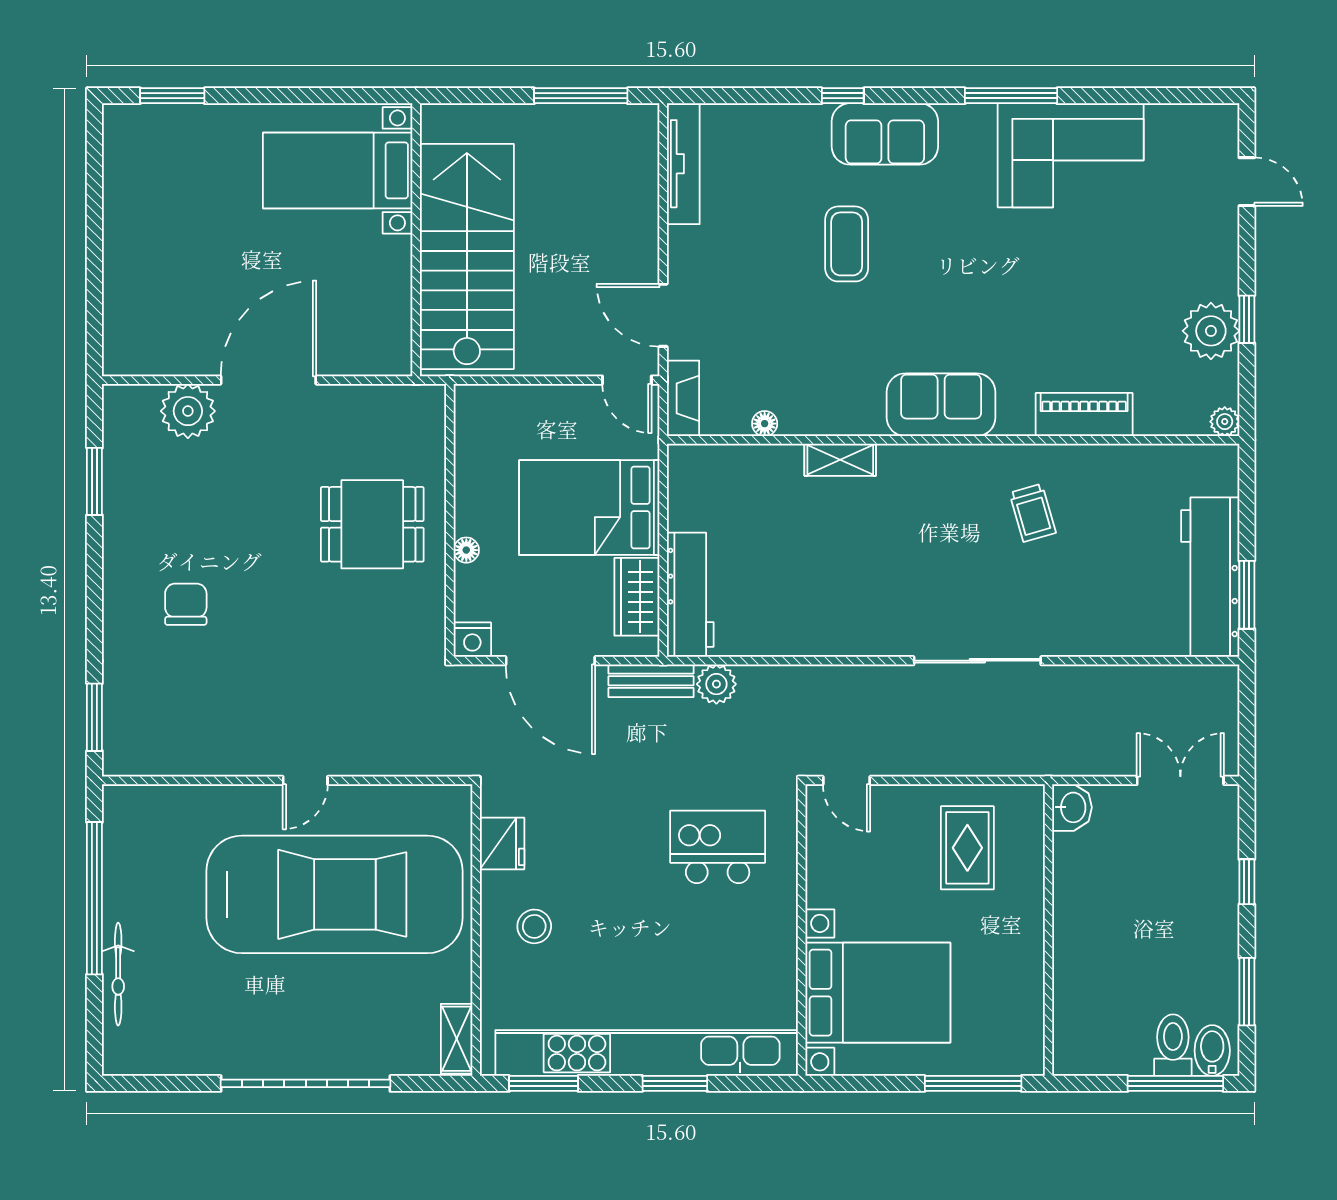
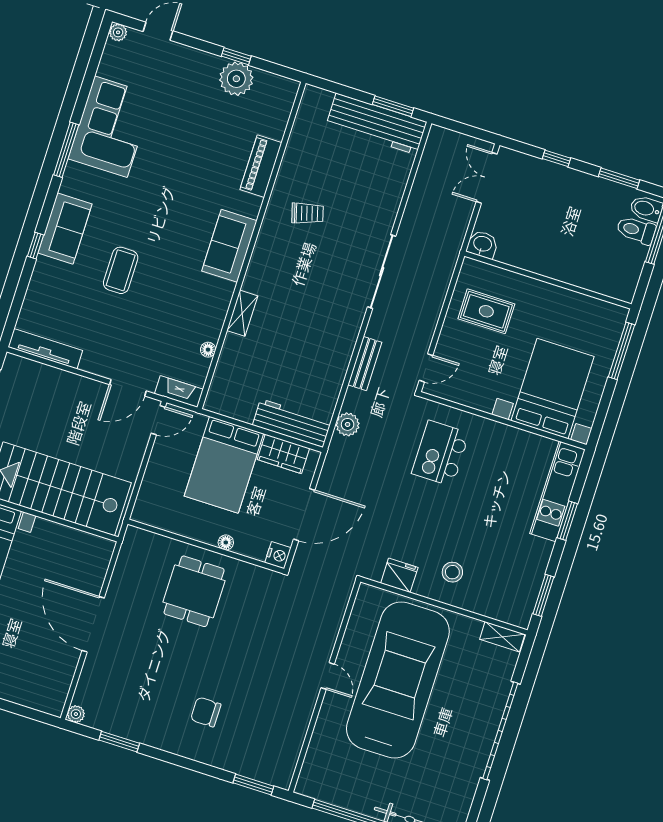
coffee table: (847, 244) -> (121, 270), turned 90
plant: (188, 411) -> (76, 714), moved, width x0.53, depth x0.53
plant: (1225, 422) -> (118, 32), moved
bench: (651, 681) -> (365, 364), moved
kitchen unit: (647, 1053) -> (558, 491), width x0.54

